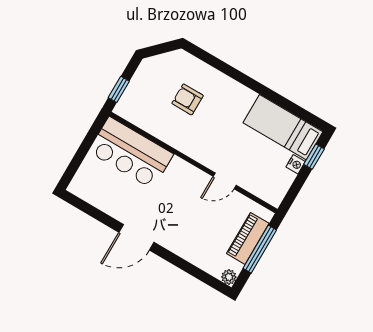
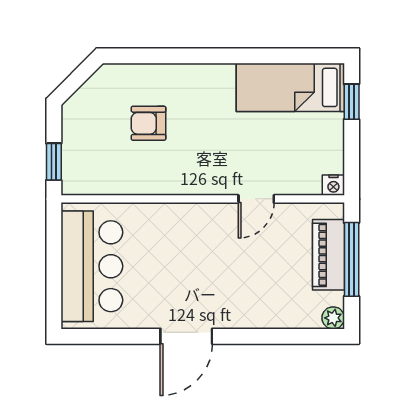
bar counter: (131, 153) -> (92, 266), moved, turned -90
nightstand: (296, 164) -> (333, 185), moved, turned 90

